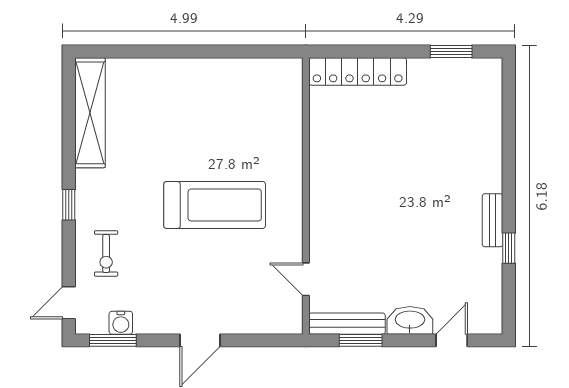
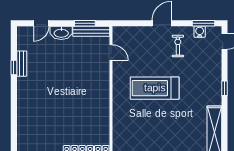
bench: (492, 220) -> (22, 64), moved
exercise bike: (106, 254) -> (178, 46), moved

